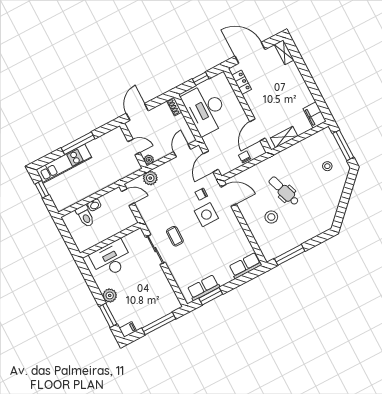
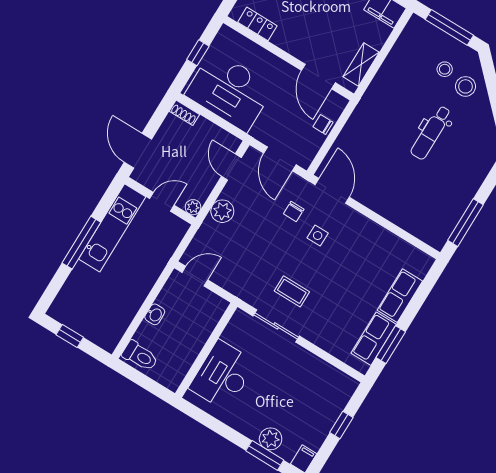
kitchen unit: (64, 164) -> (112, 228), moved
plant: (150, 178) -> (222, 211), moved
dental chair: (284, 191) -> (431, 133), moved, turned -71
door: (228, 195) -> (332, 191), hinge flipped
side table: (206, 215) -> (318, 236), width x0.54, depth x0.54
toilet: (85, 216) -> (140, 356), moved
stool: (271, 217) -> (465, 86), moved
row of seats: (245, 266) -> (400, 296), moved
plant: (110, 295) -> (271, 439), moved
window: (159, 323) -> (341, 425), width x0.46

